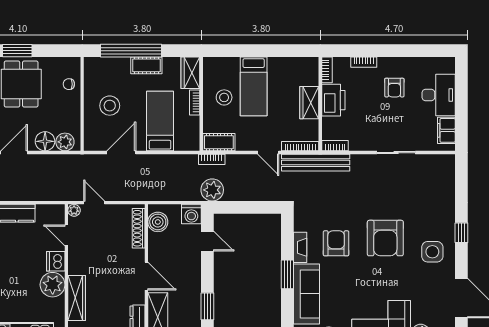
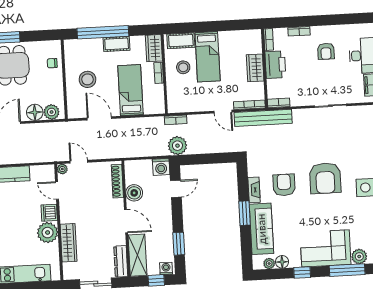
cot: (219, 142) -> (181, 41), moved
door: (121, 153) -> (99, 118), hinge flipped
boiler: (158, 222) -> (134, 193), moved
door: (207, 241) -> (176, 189), hinge flipped

